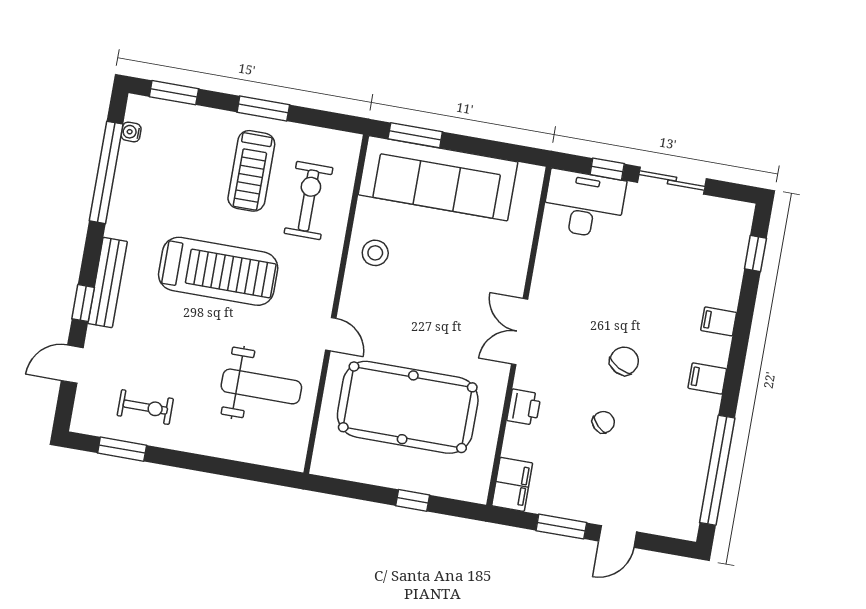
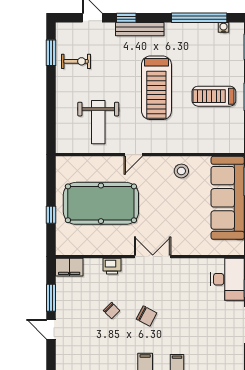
exercise bike: (308, 201) -> (203, 130), removed
exercise bike: (145, 407) -> (76, 61), turned -90
pool table: (408, 407) -> (101, 203), turned 90

